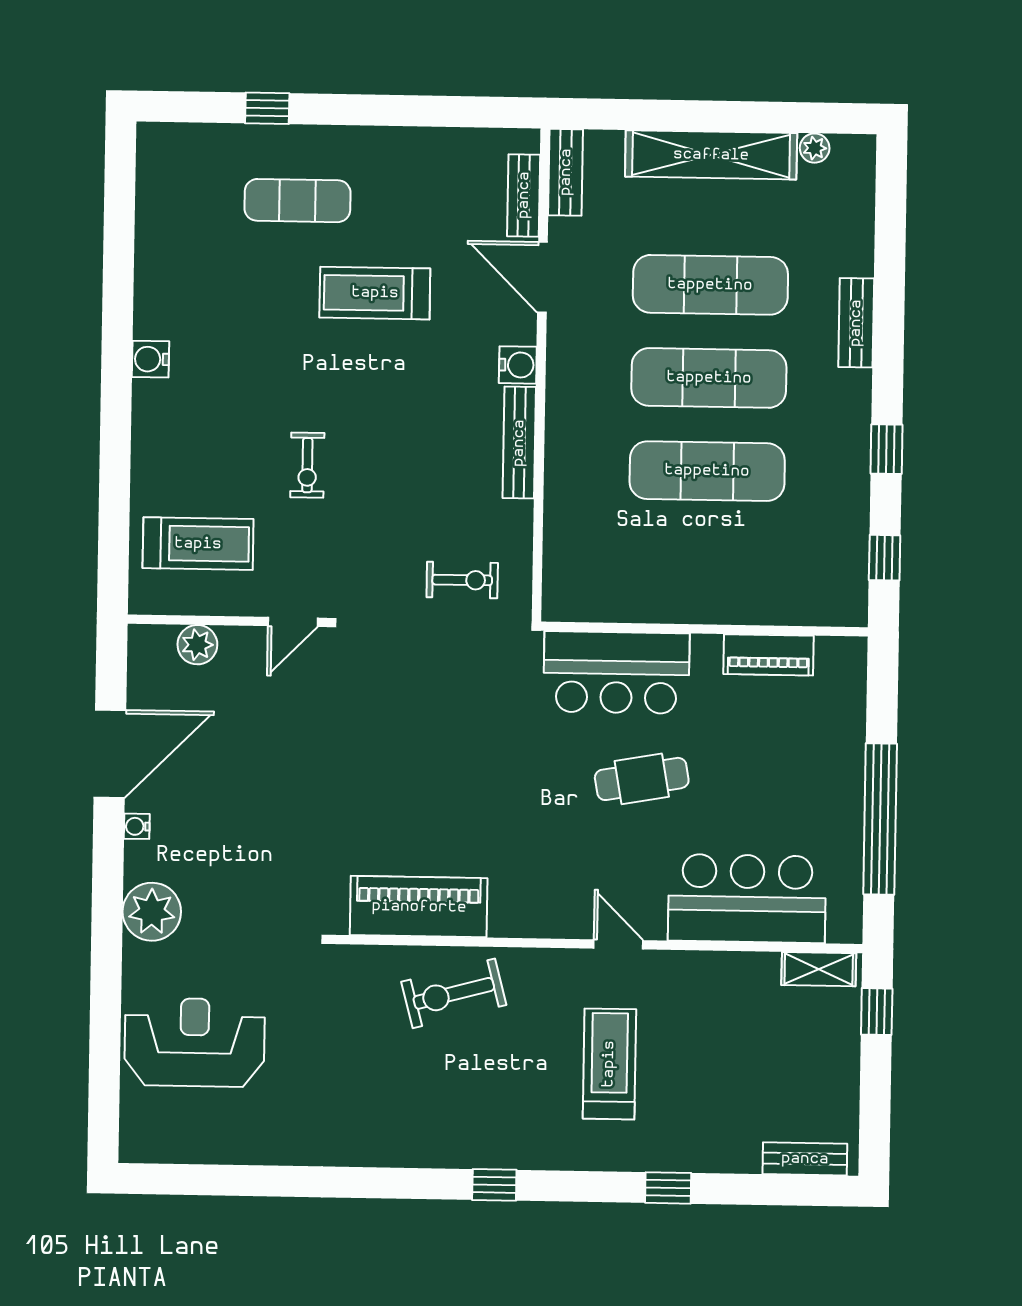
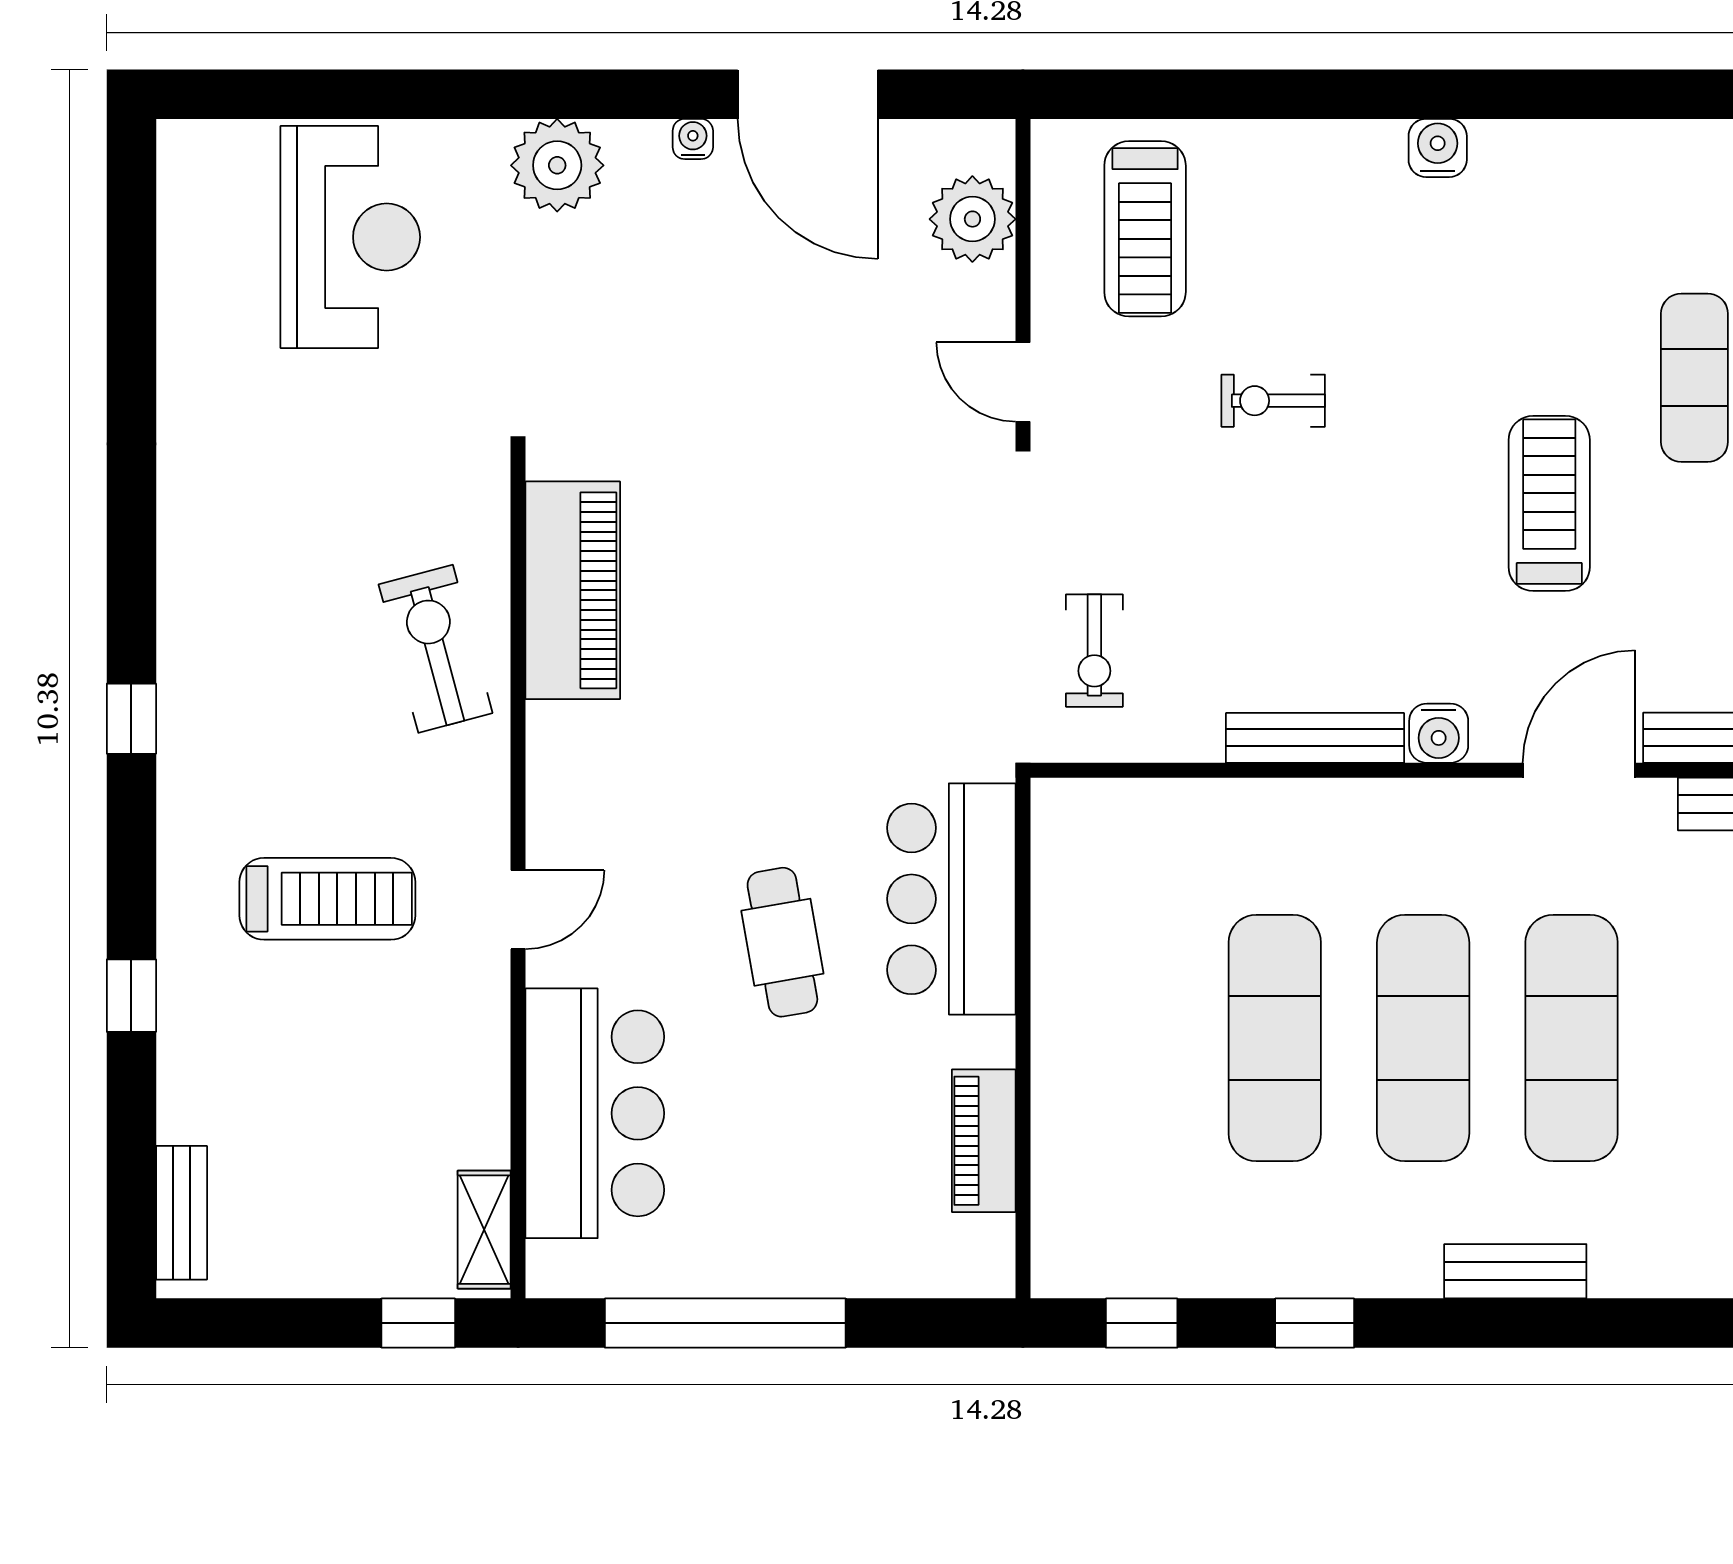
plant: (197, 645) -> (972, 219), width x1.36, depth x1.36

